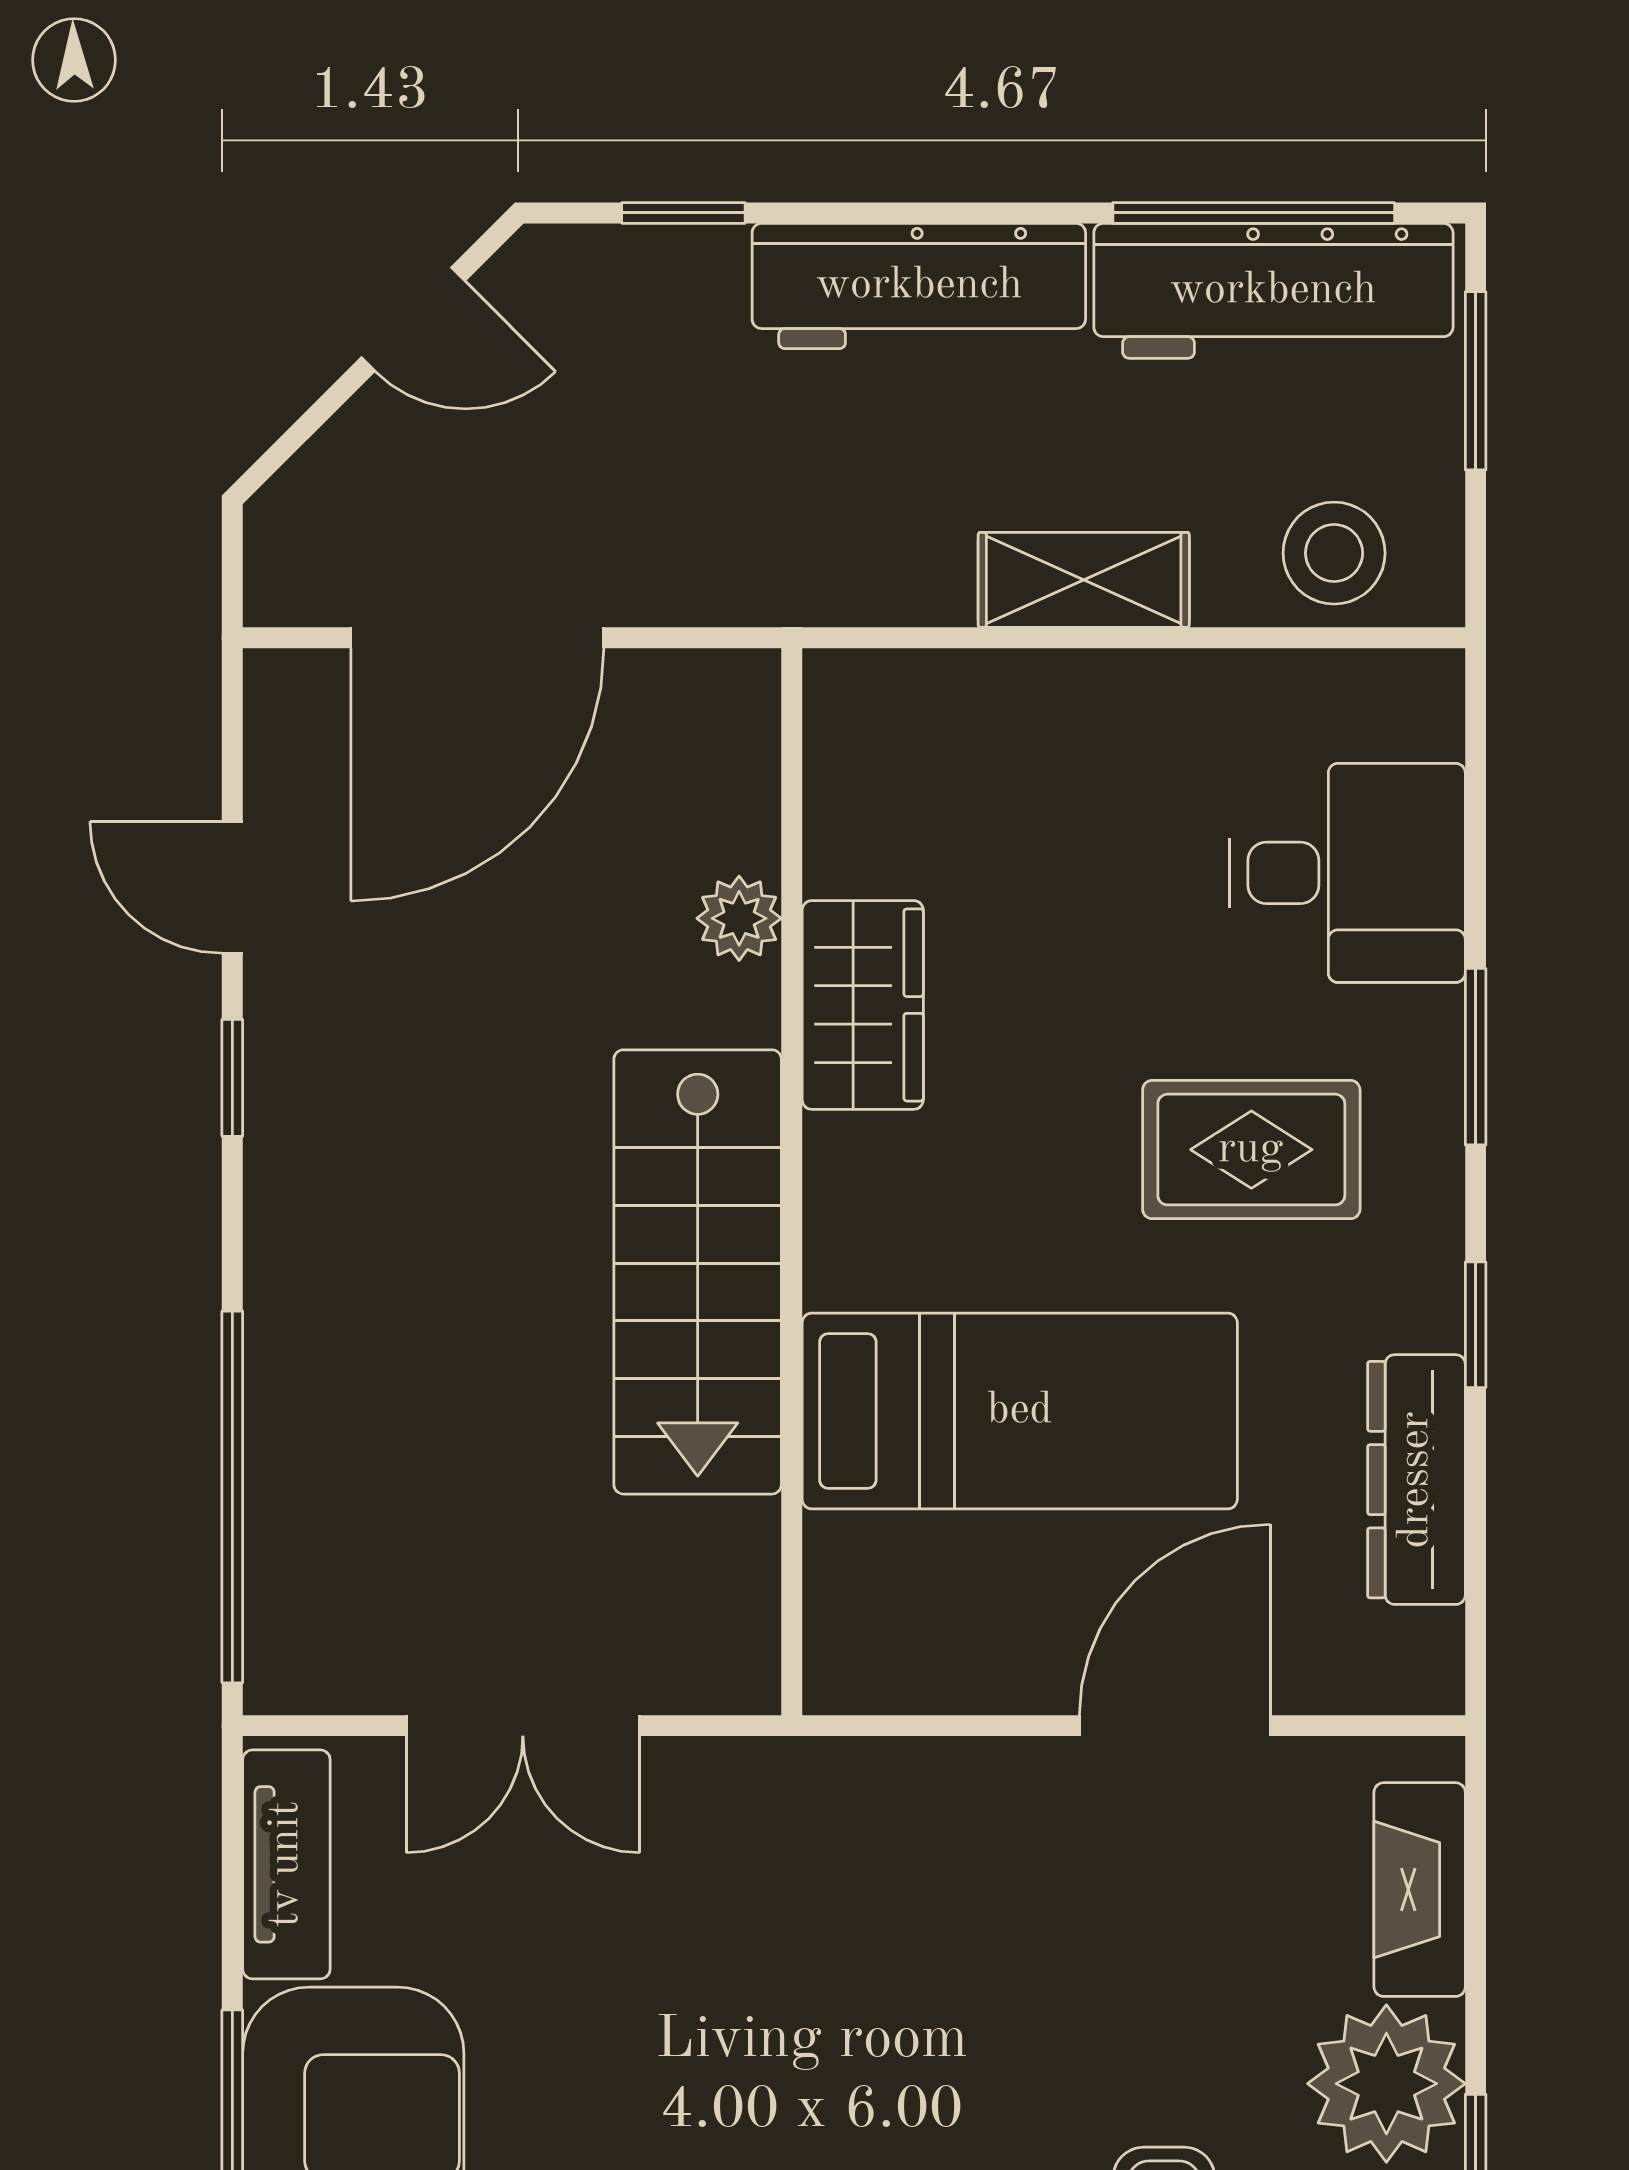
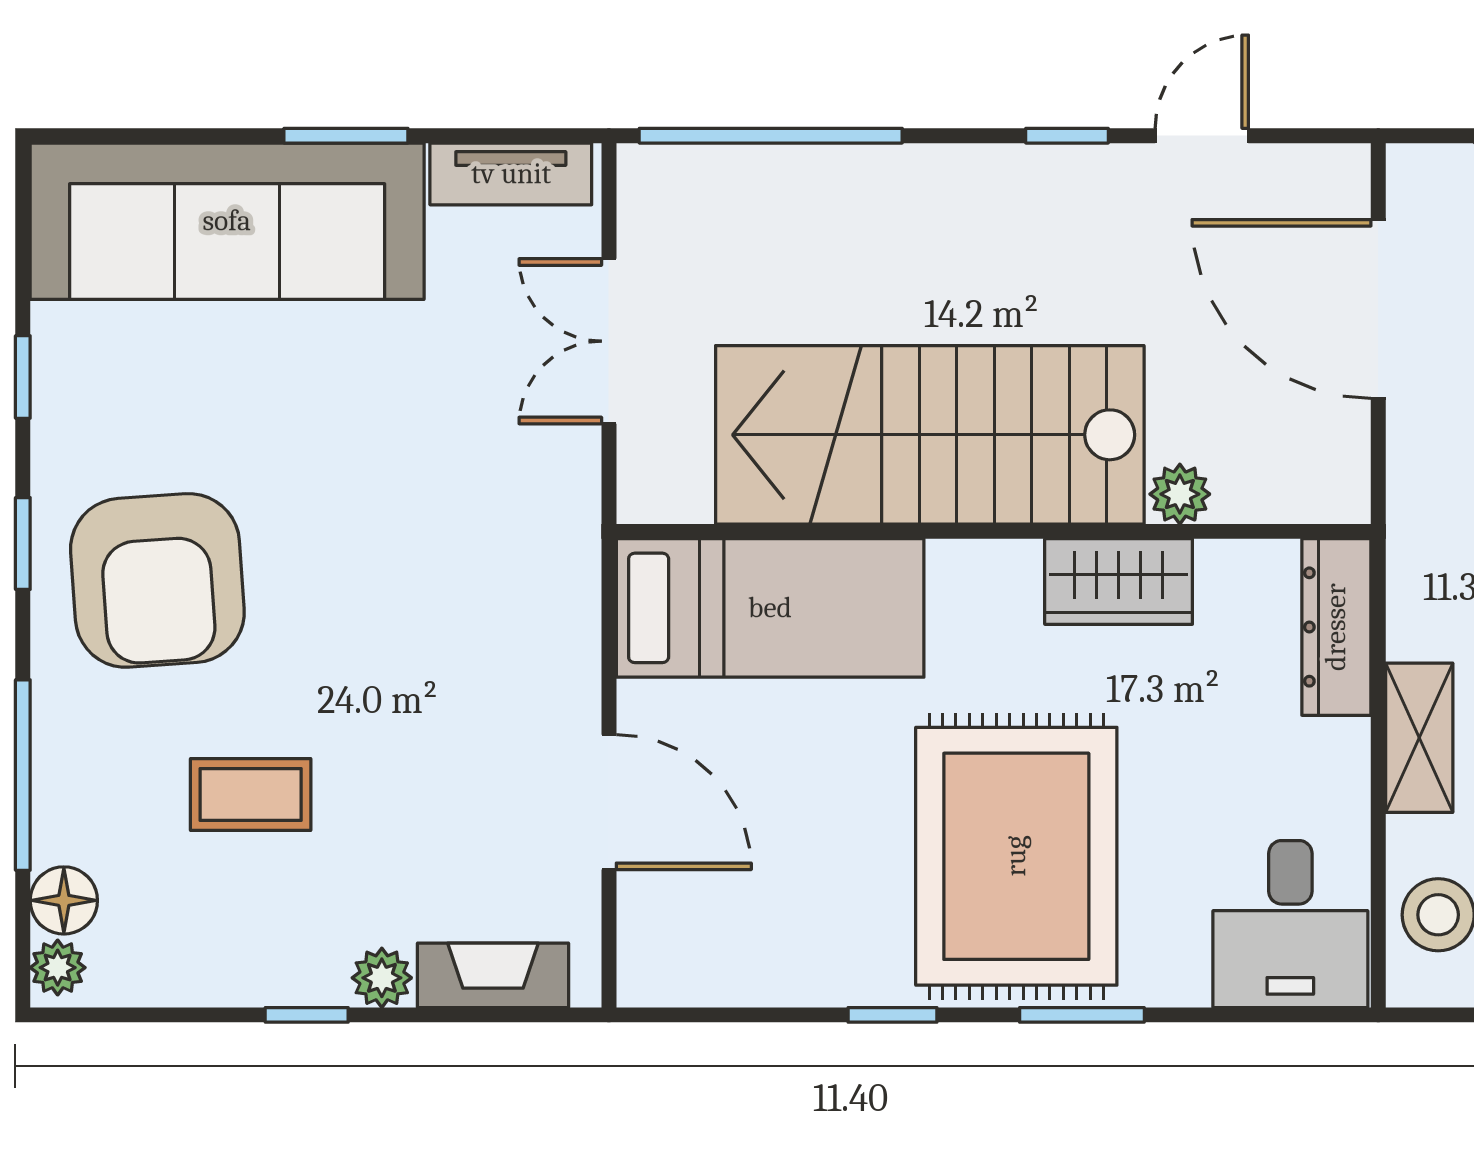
desk: (1347, 873) -> (1290, 924), moved
rug: (1251, 1150) -> (1016, 856), width x1.86, depth x2.06
stairs: (698, 1272) -> (930, 435), width x1.36, depth x1.51
bed: (1020, 1411) -> (770, 608), moved, turned -90
dresser: (1416, 1480) -> (1336, 627), moved, turned -90
plant: (1386, 2084) -> (382, 978), width x0.53, depth x0.53

